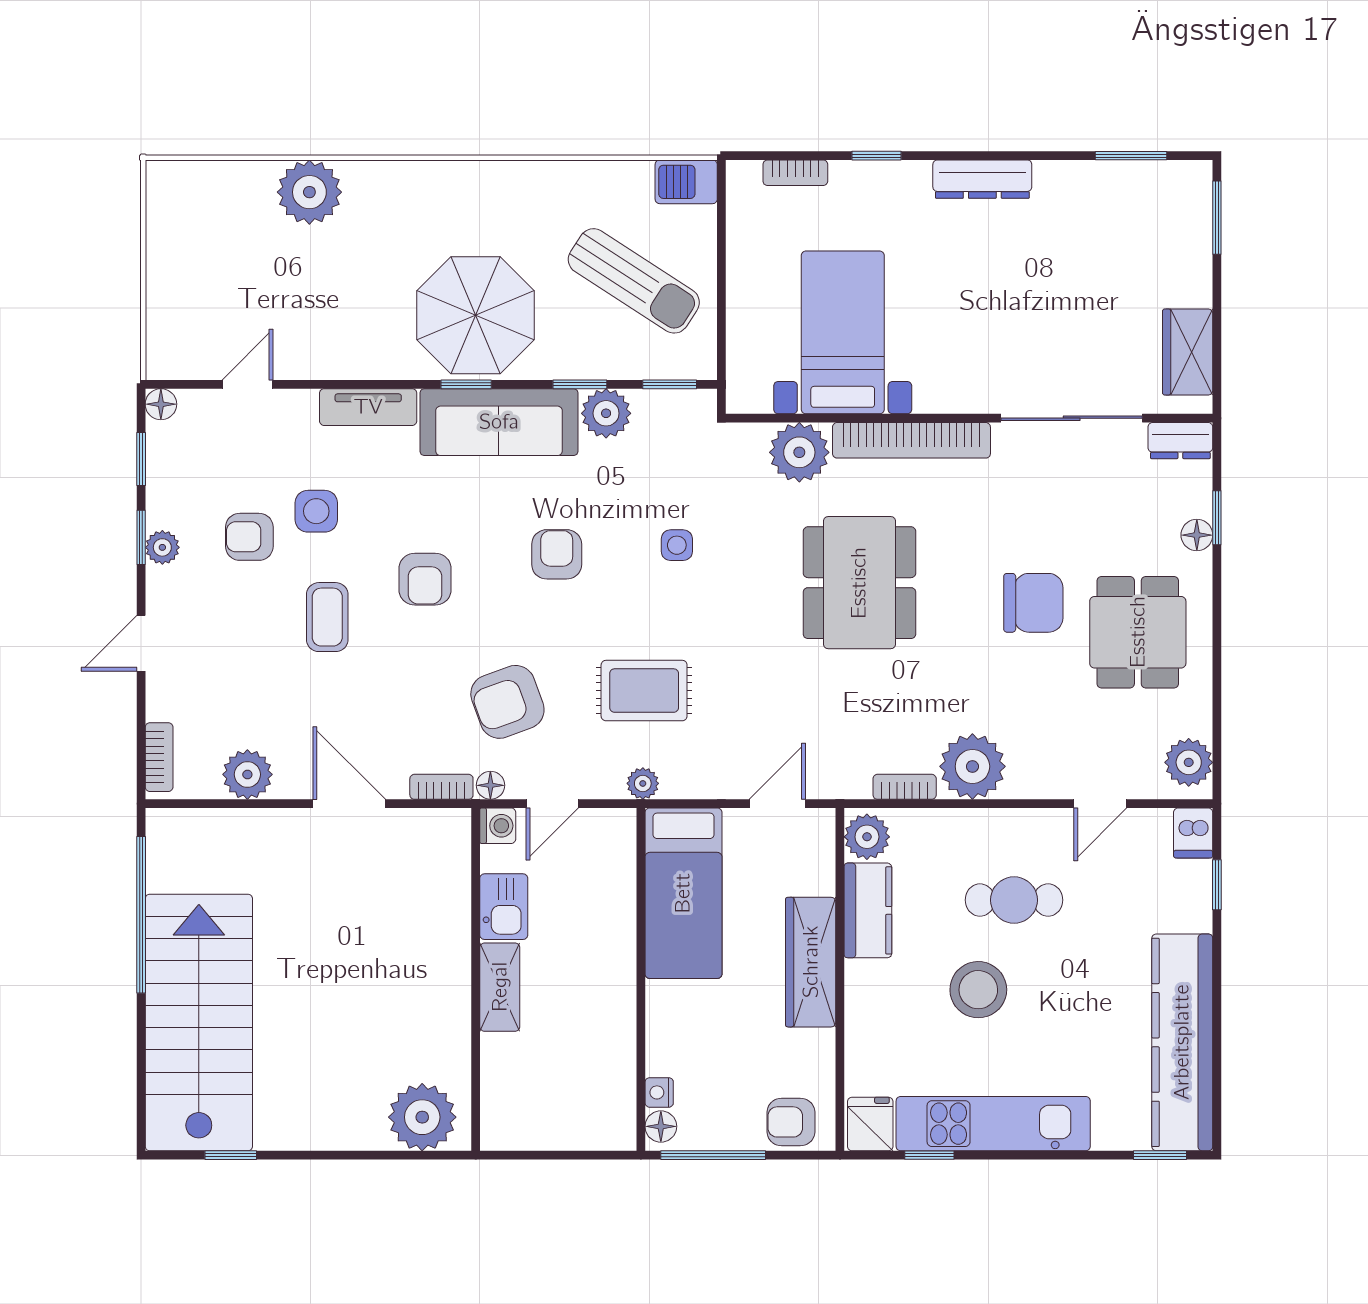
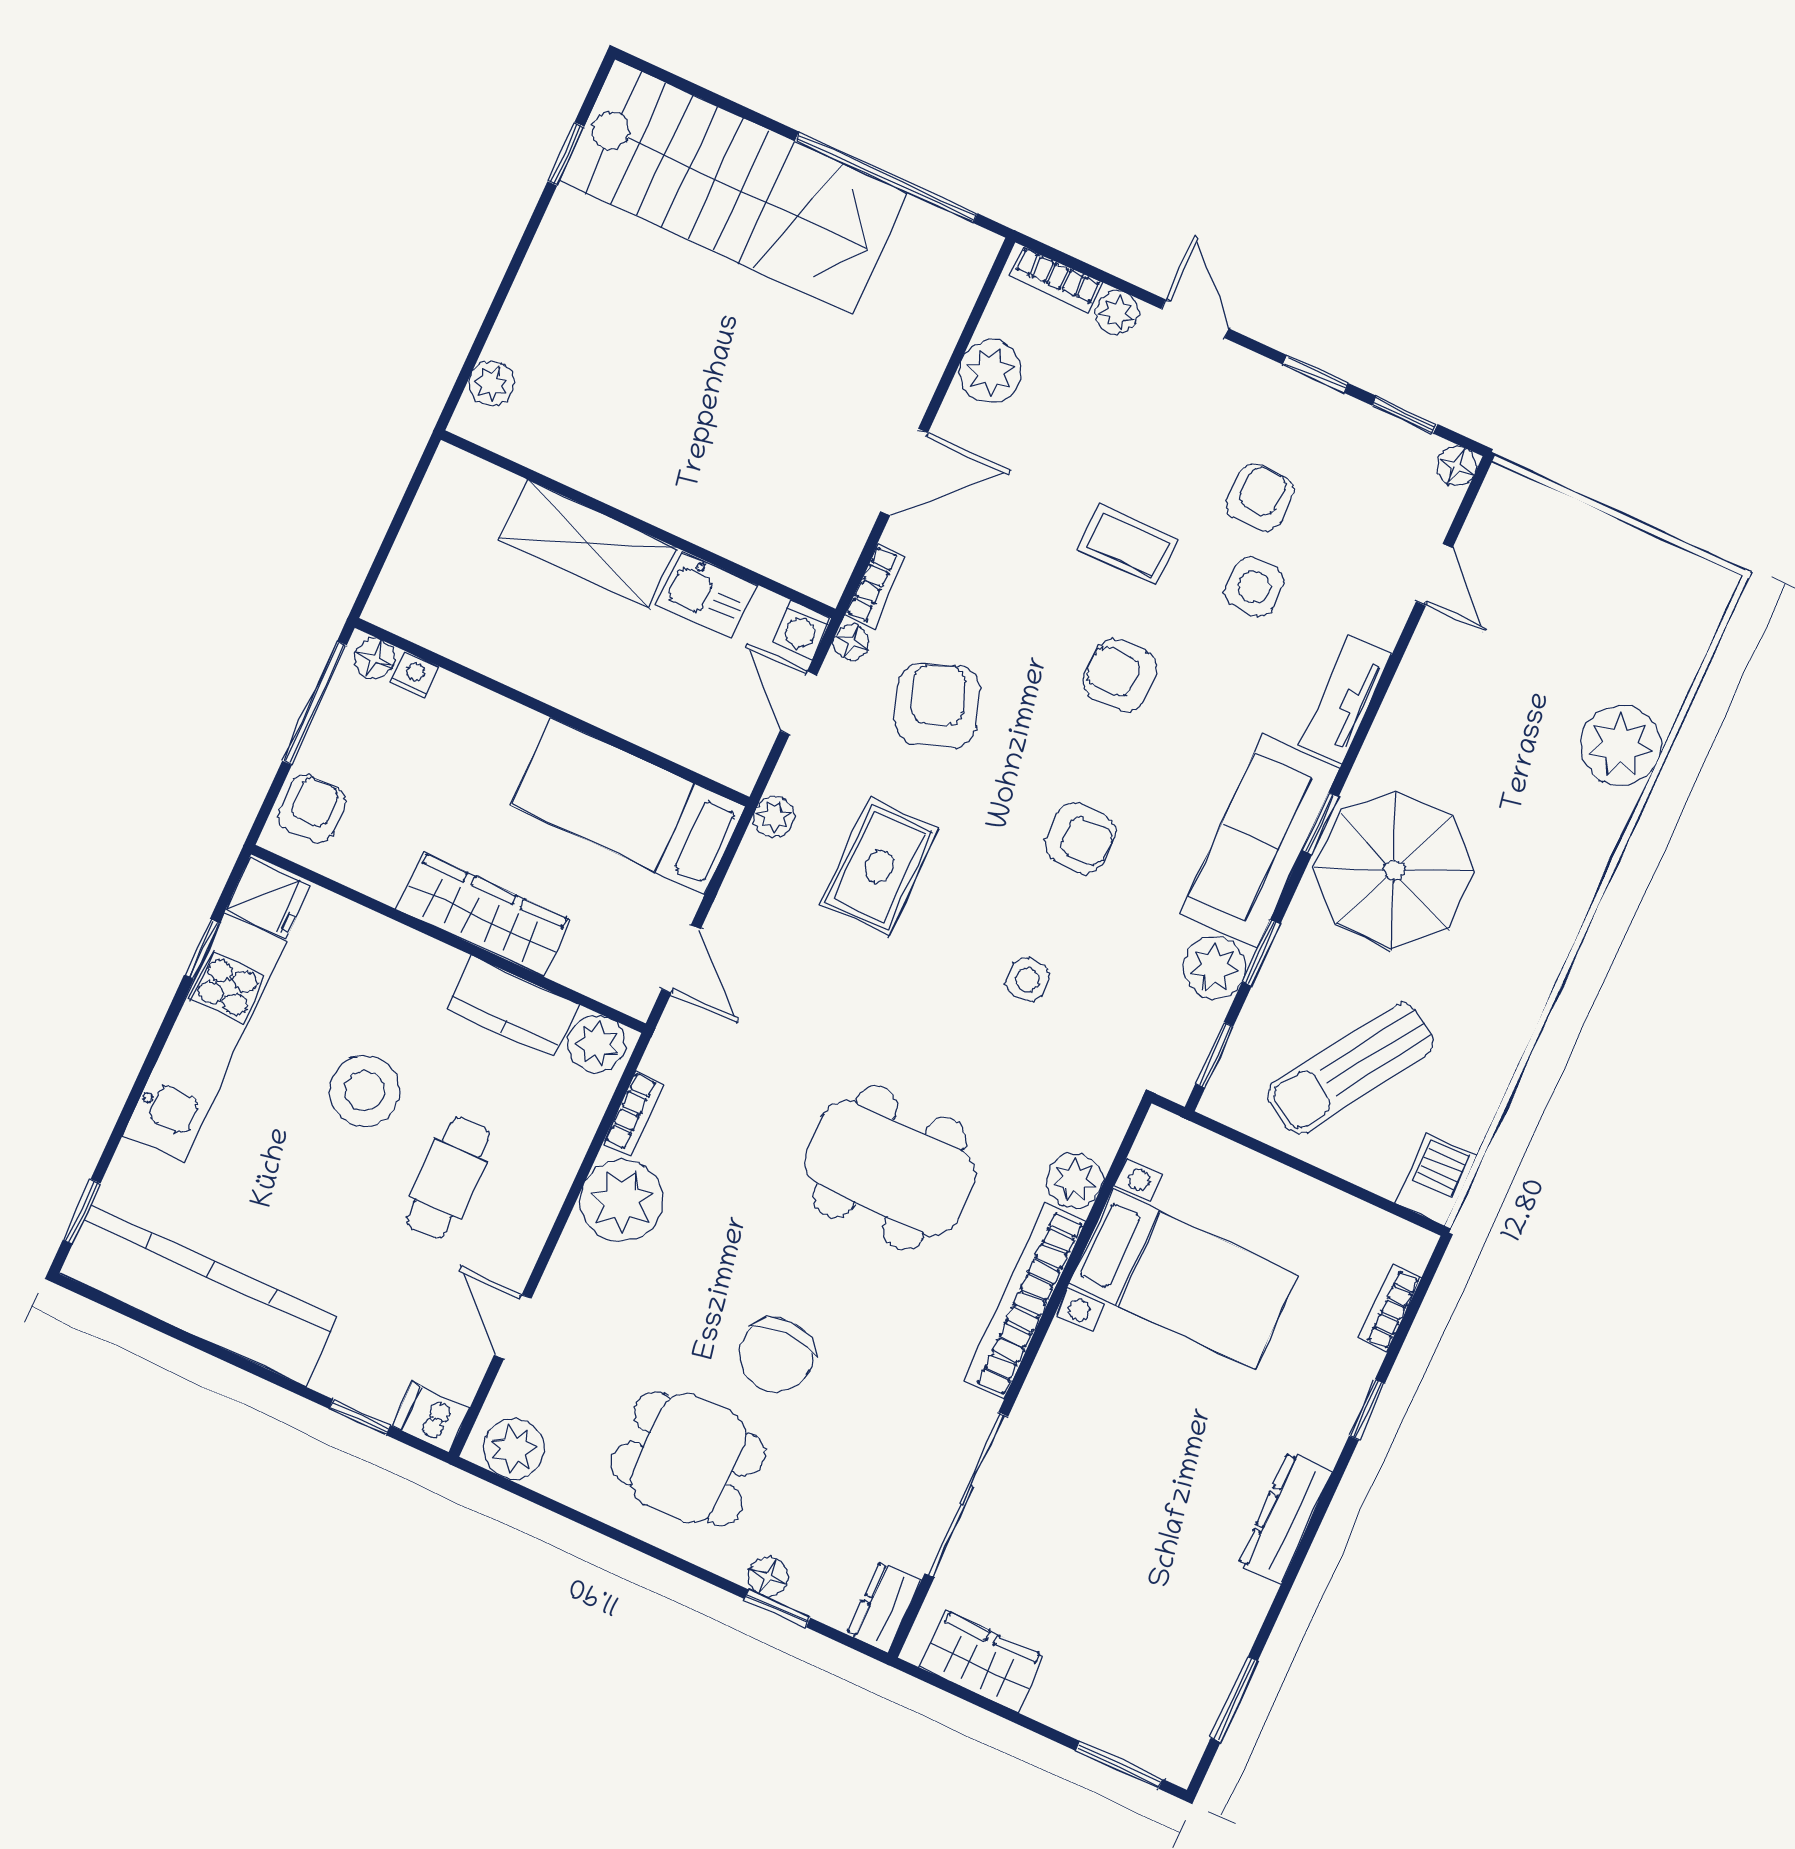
plant: (799, 452) -> (1074, 1181), width x0.73, depth x0.73
plant: (162, 547) -> (1117, 312), moved
shelving: (500, 987) -> (588, 544), width x1.50, depth x1.33
plant: (422, 1117) -> (491, 384), width x0.53, depth x0.53

